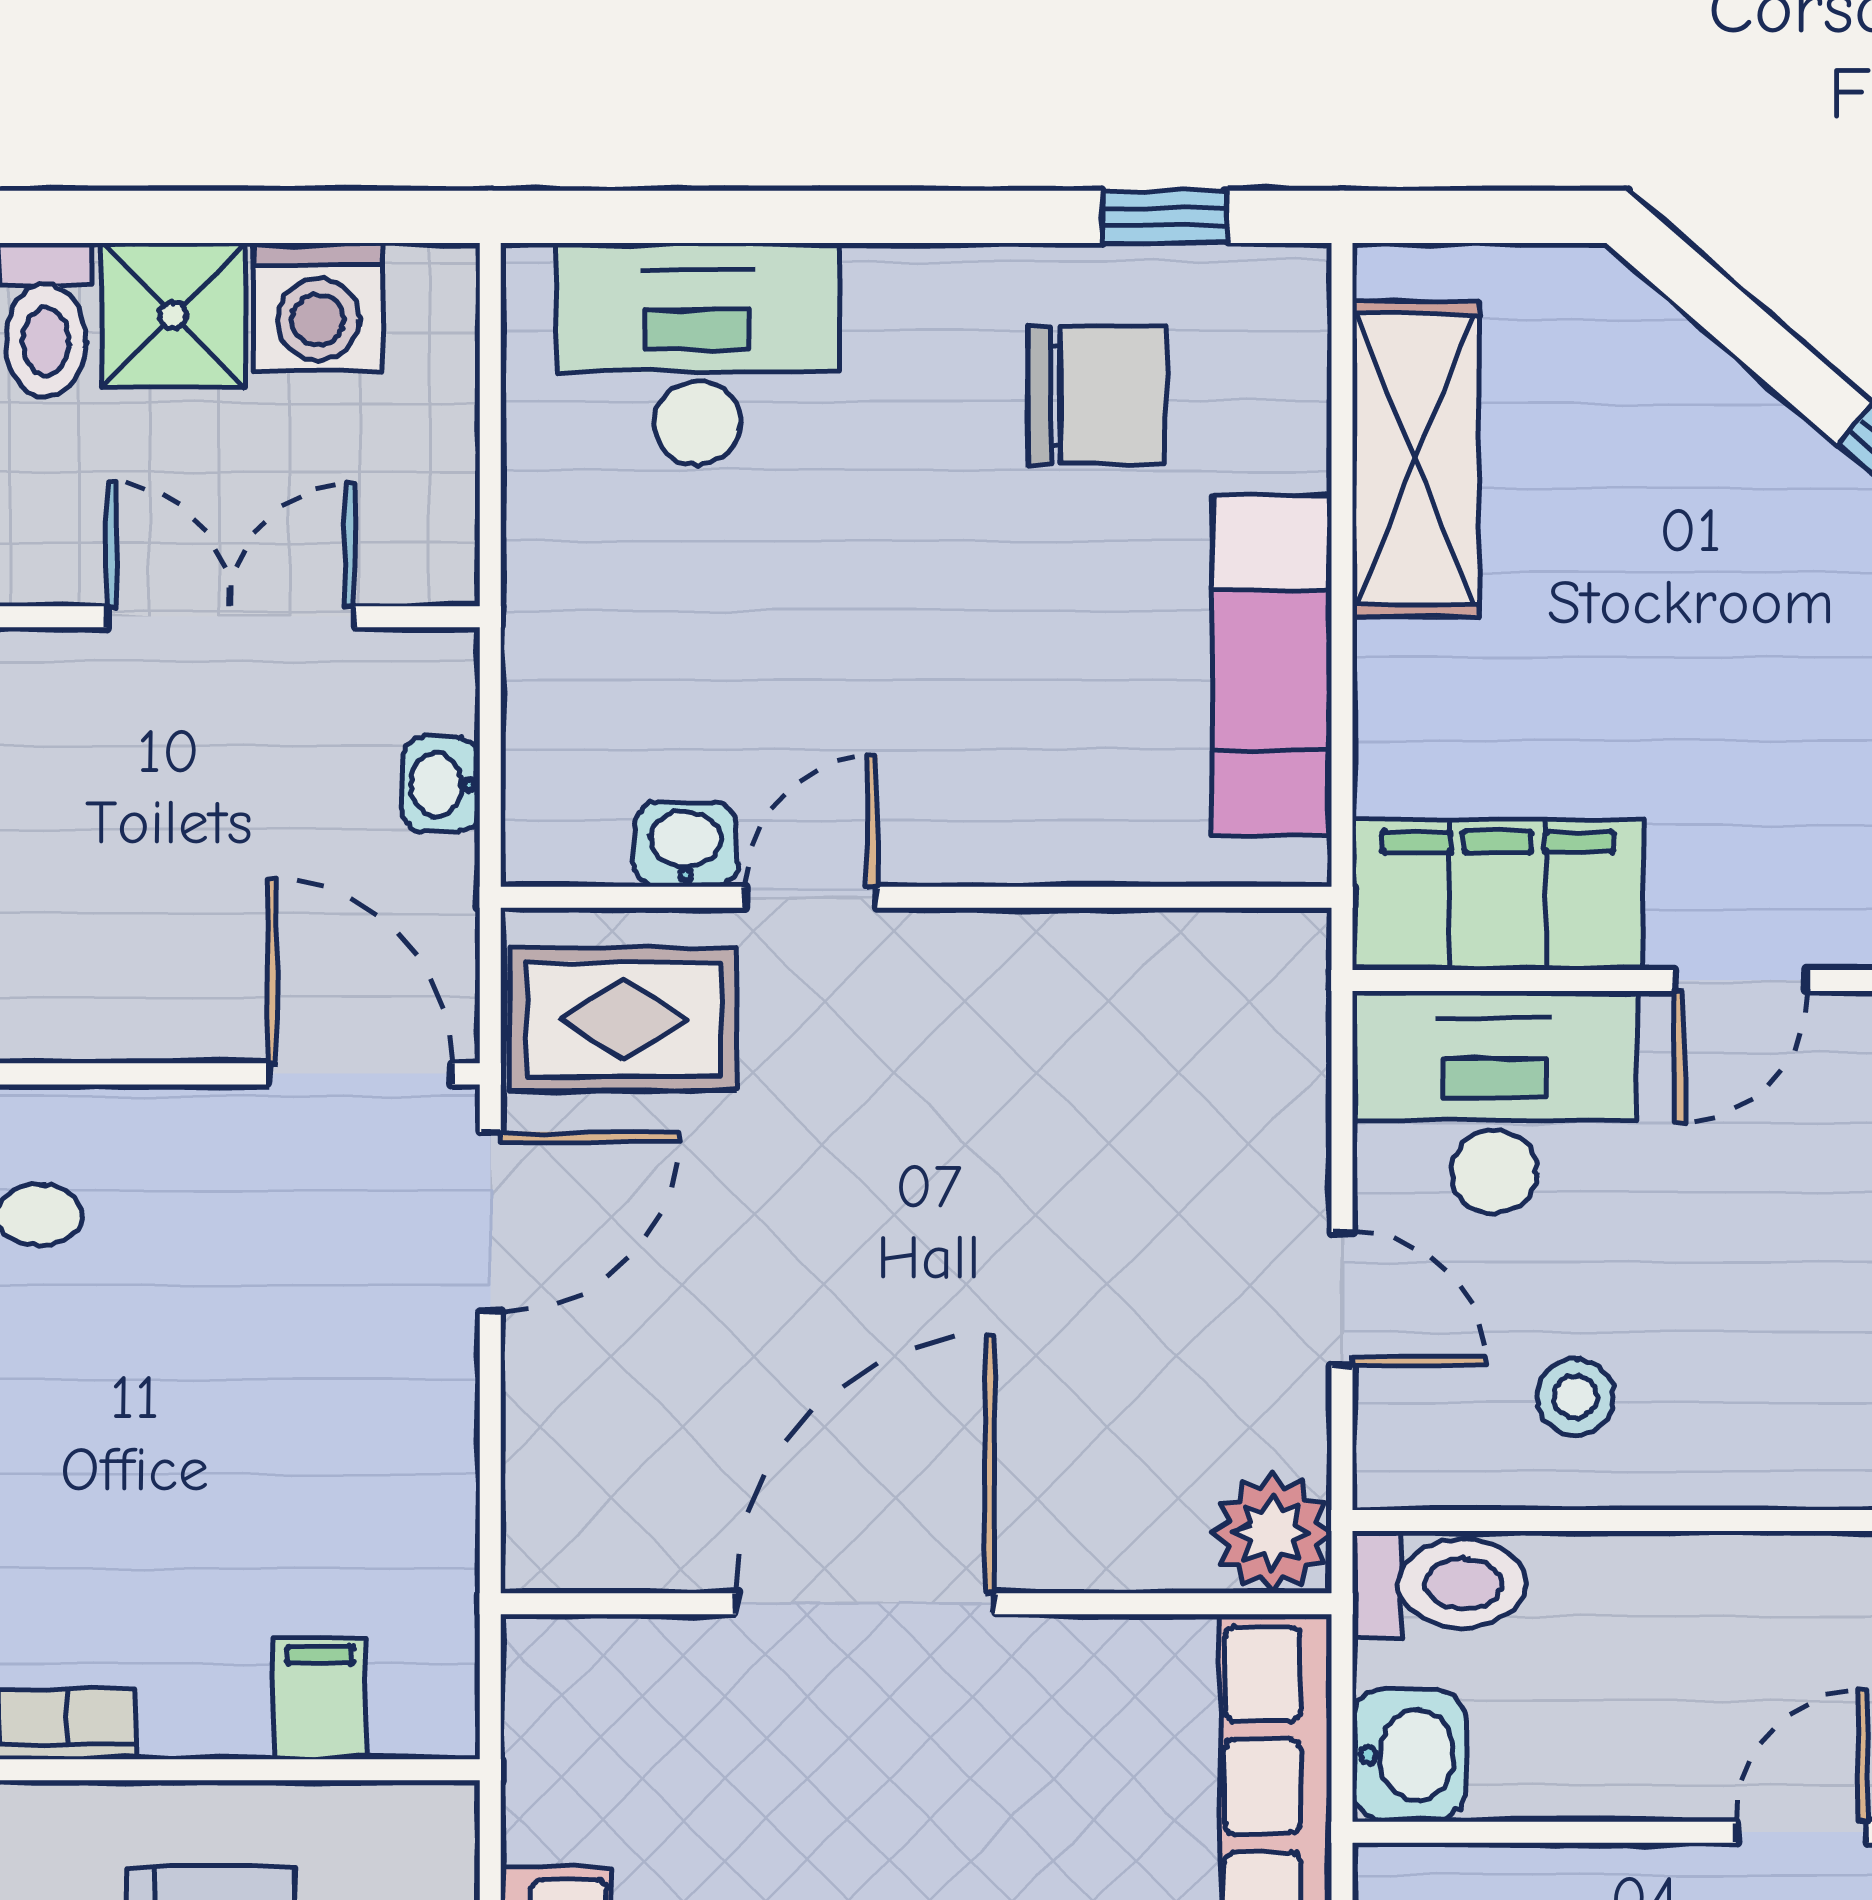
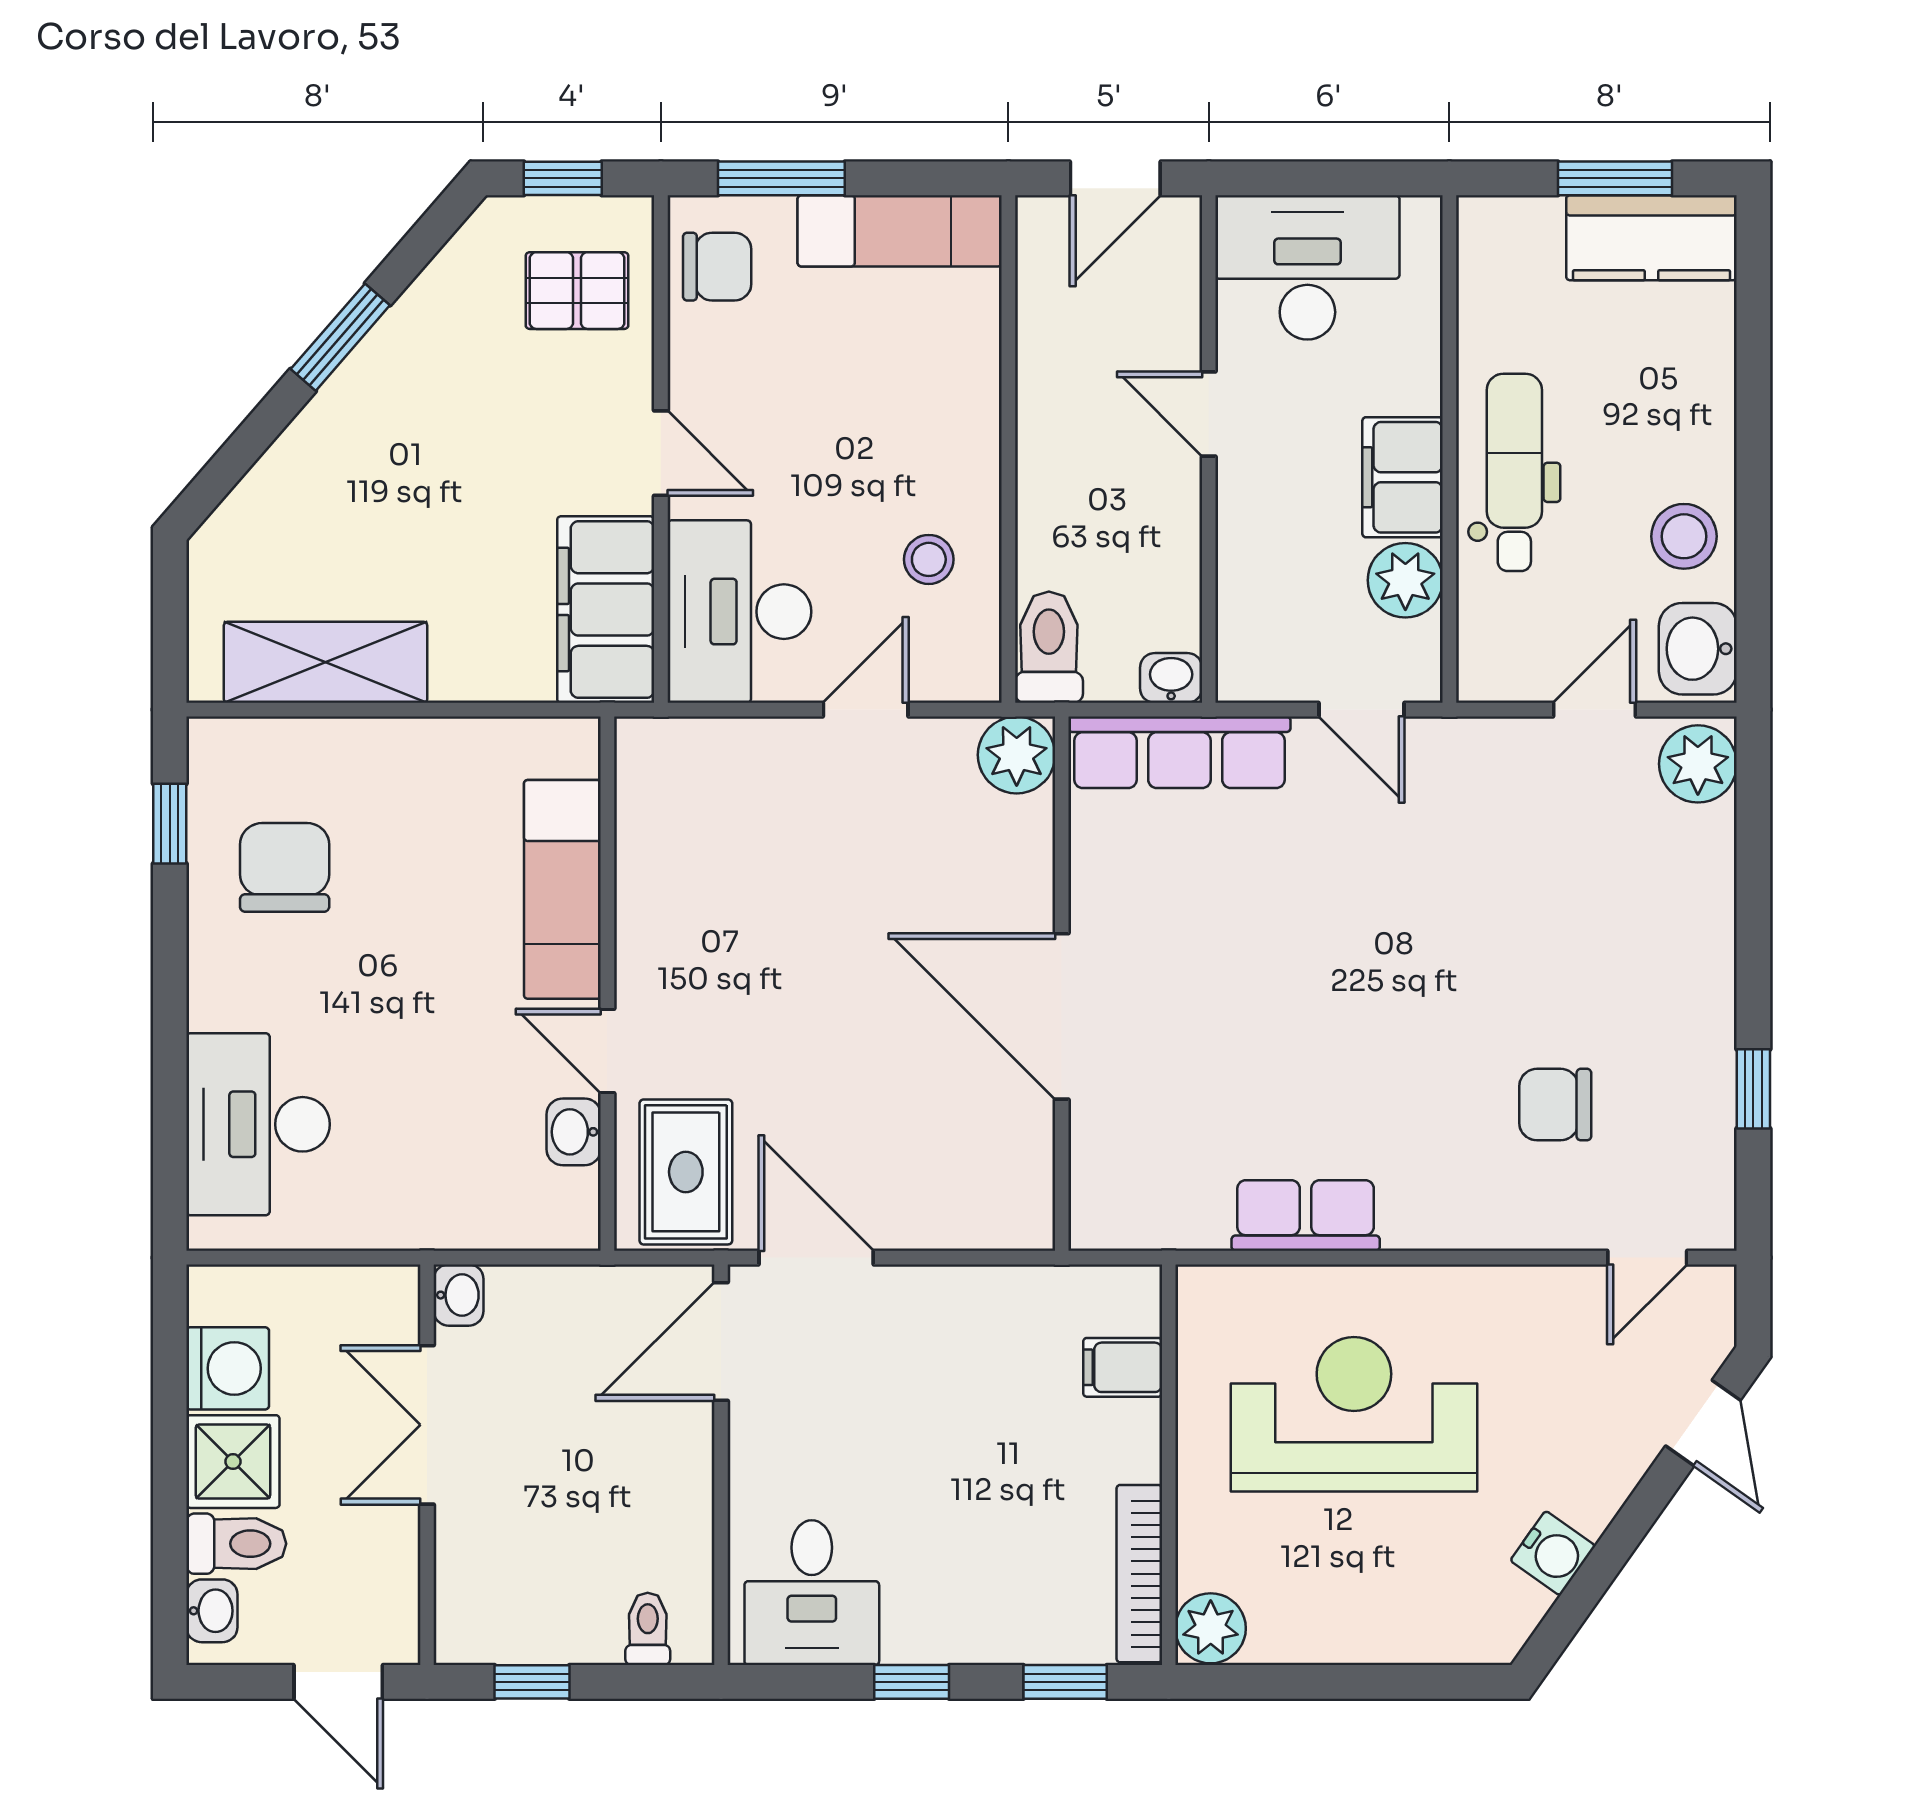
exam couch: (1272, 666) -> (562, 889), moved, turned 90
washbasin: (441, 785) -> (459, 1295), moved, turned -90
washbasin: (1409, 1755) -> (1171, 678), width x0.72, depth x0.69

